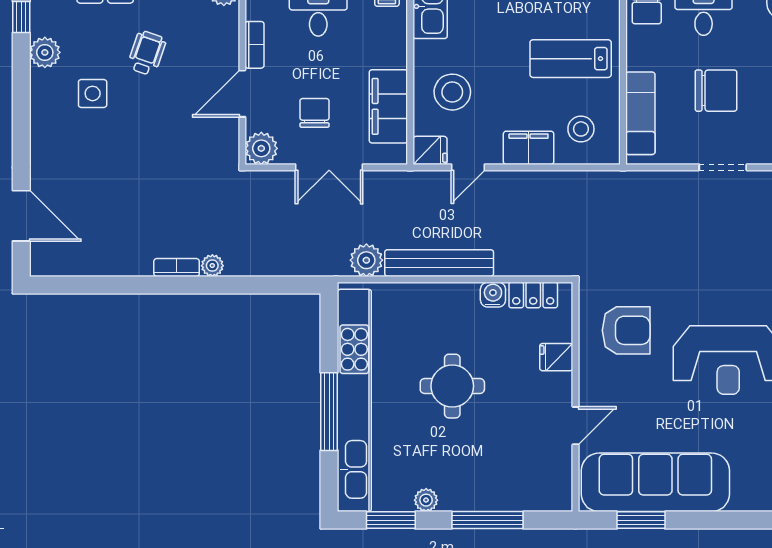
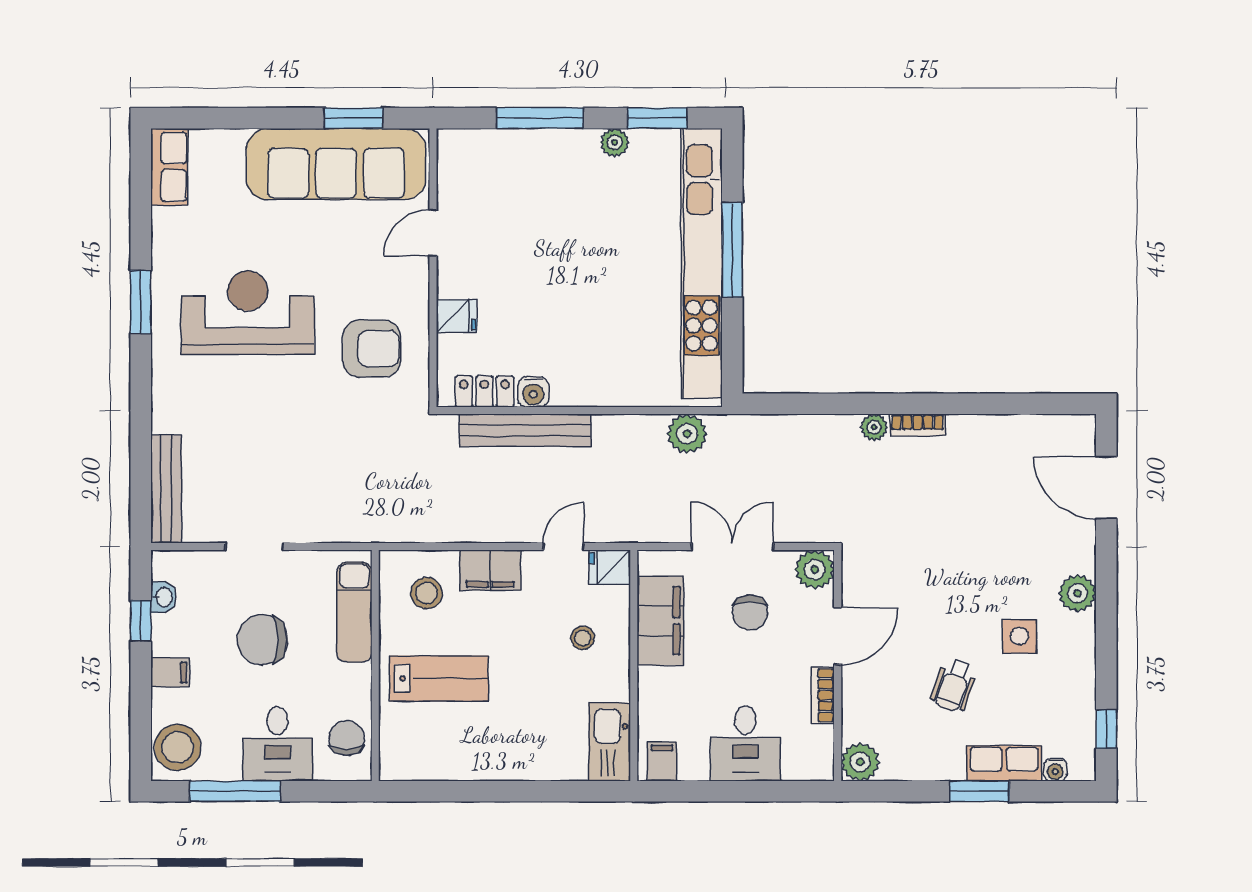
plant: (45, 52) -> (1077, 593), moved
stool: (452, 92) -> (583, 638), width x0.53, depth x0.53
bench: (439, 263) -> (525, 430), moved
armchair: (626, 330) -> (372, 349), turned 180
round table: (452, 386) -> (583, 281), removed

